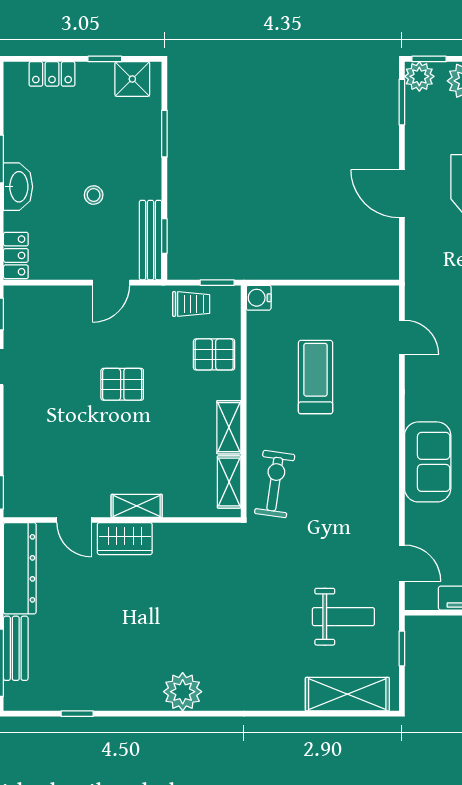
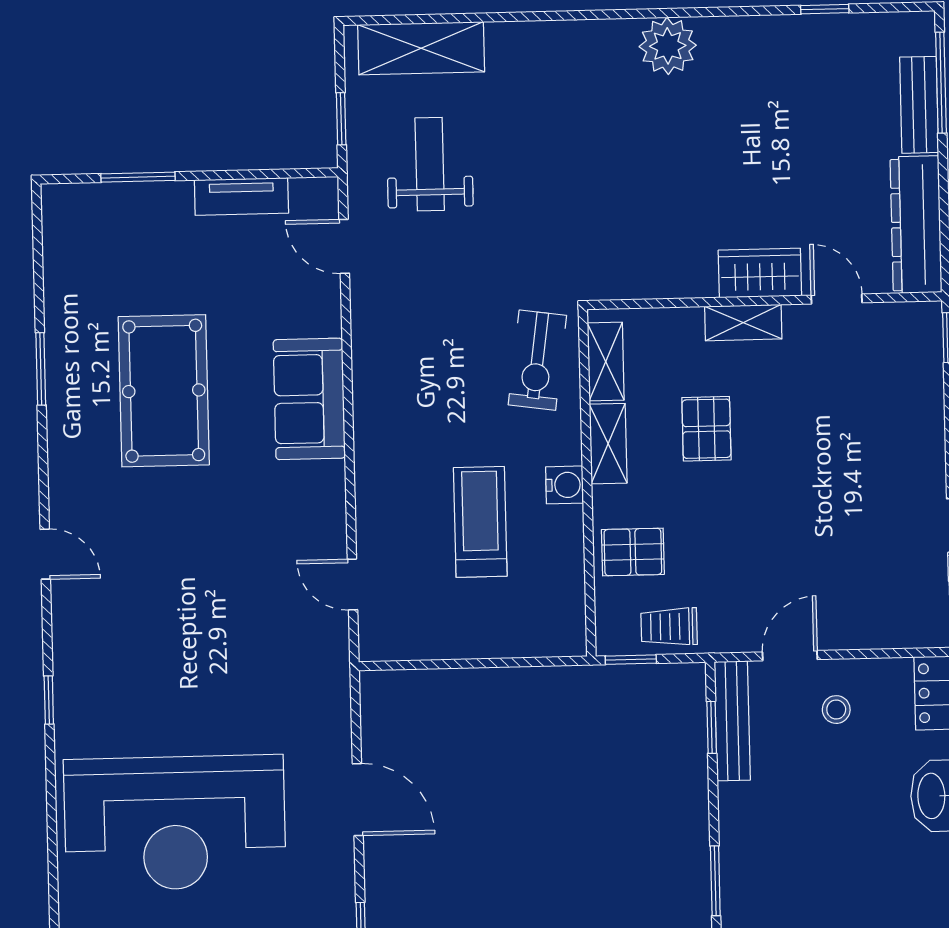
stool: (94, 195) -> (836, 710), moved
water cooler: (259, 298) -> (564, 485), moved
treadmill: (316, 377) -> (480, 522), turned 180
pallet: (122, 384) -> (706, 429), moved, turned 90
weight bench: (343, 617) -> (430, 164), turned 90

